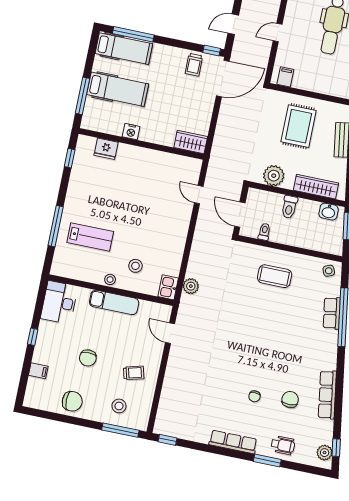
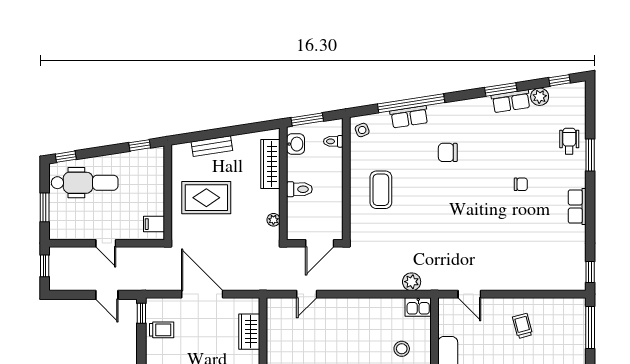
door: (223, 78) -> (202, 294), moved
wardrobe: (191, 142) -> (249, 332), moved
plant: (274, 176) -> (273, 220), width x0.53, depth x0.53
toilet: (264, 232) -> (333, 141), moved
door: (170, 333) -> (469, 294), hinge flipped
row of seats: (327, 395) -> (511, 101), width x0.68
window: (339, 396) -> (501, 89), added
chair: (290, 399) -> (448, 152), moved
stool: (119, 406) -> (563, 335), removed
row of seats: (233, 442) -> (577, 207), width x0.68
plant: (325, 453) -> (540, 97), moved

